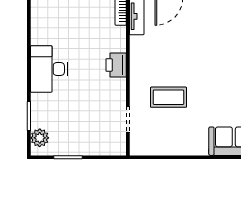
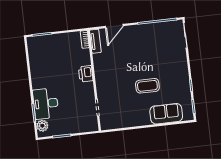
desk: (49, 69) -> (46, 104), moved
coffee table: (169, 97) -> (147, 86), moved

